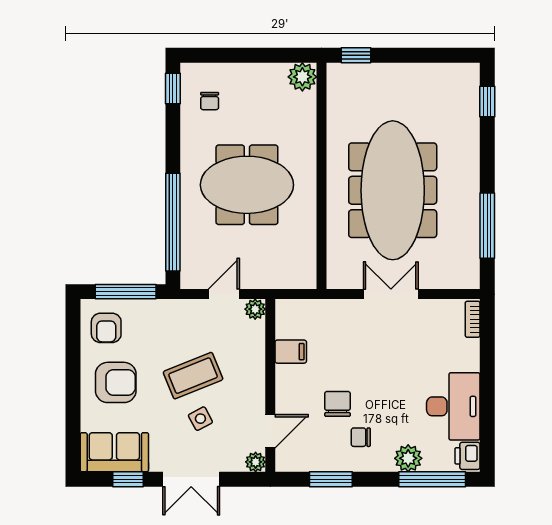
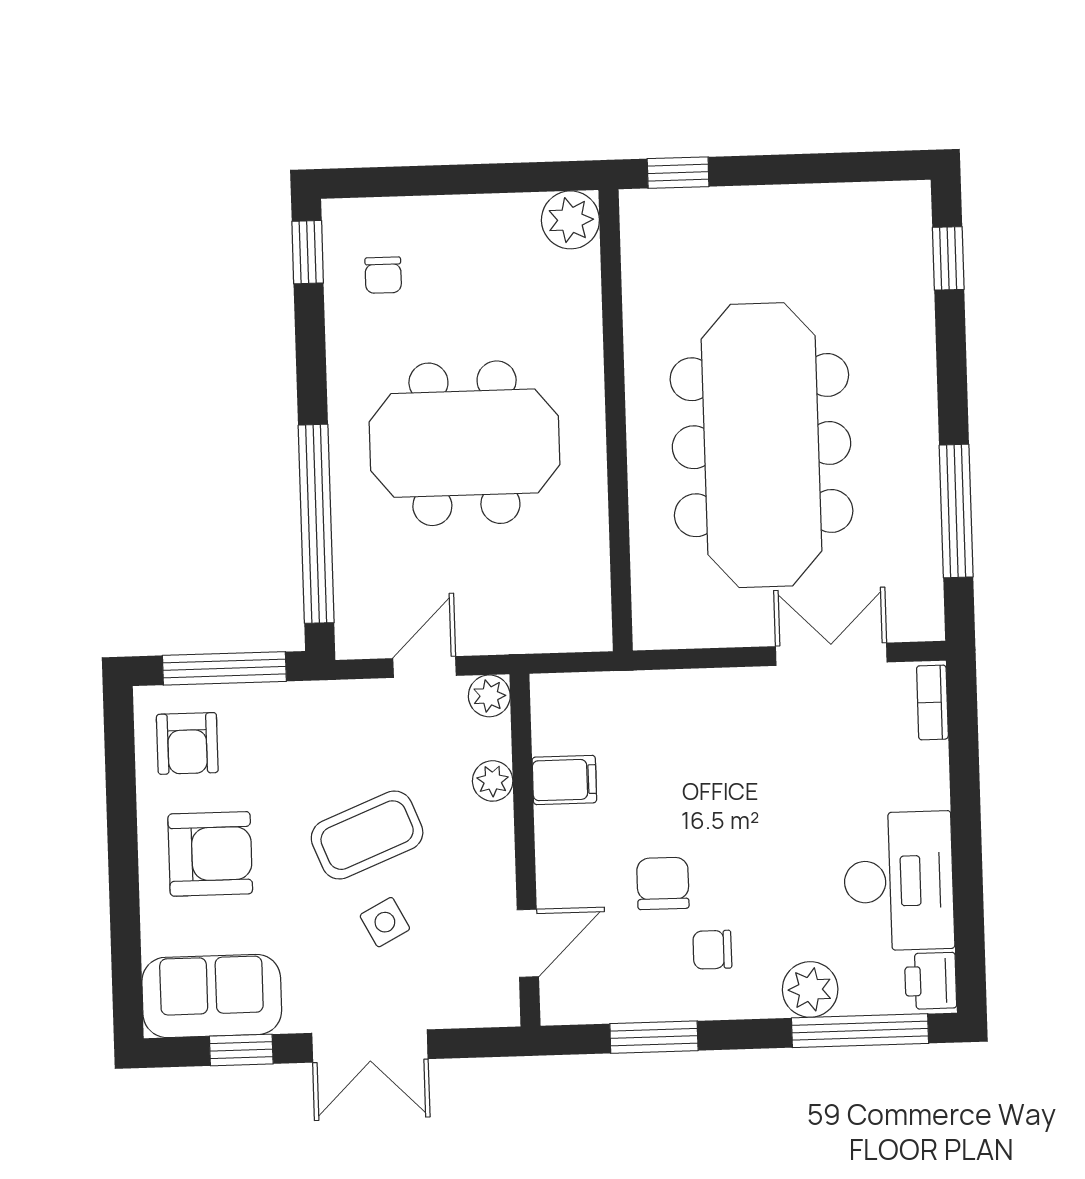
double door: (391, 294) -> (831, 654), moved
plant: (256, 462) -> (493, 781), moved

